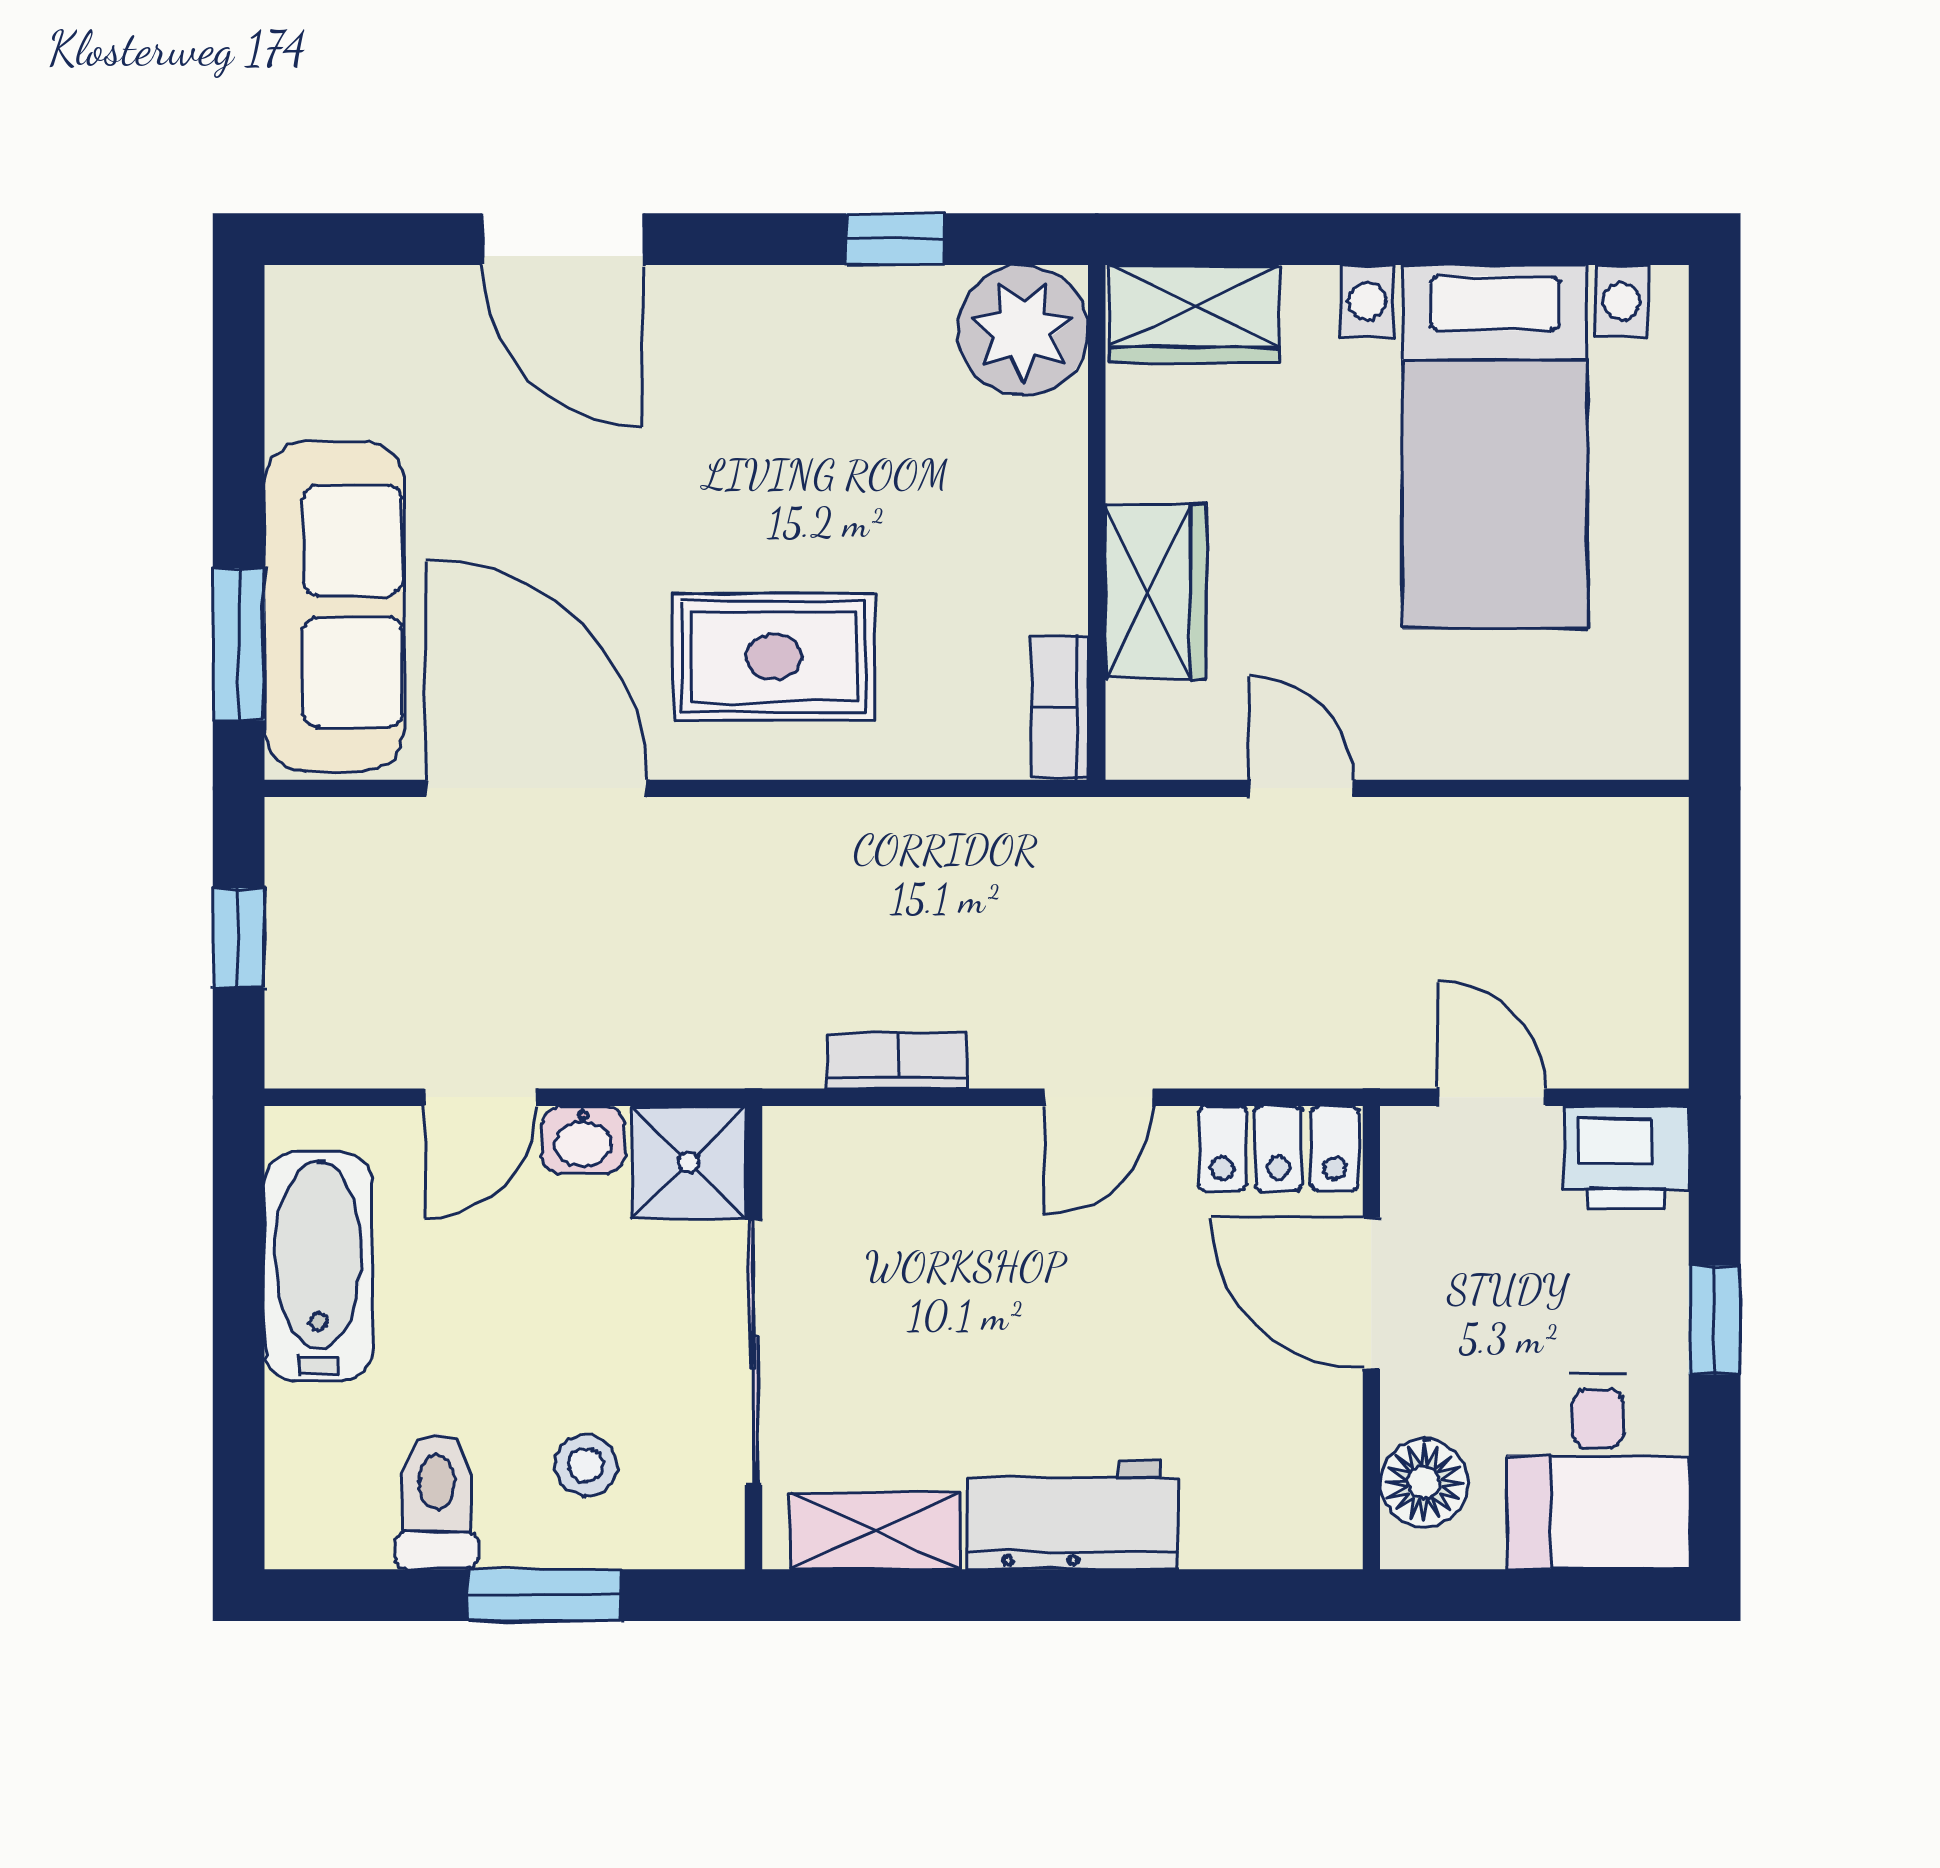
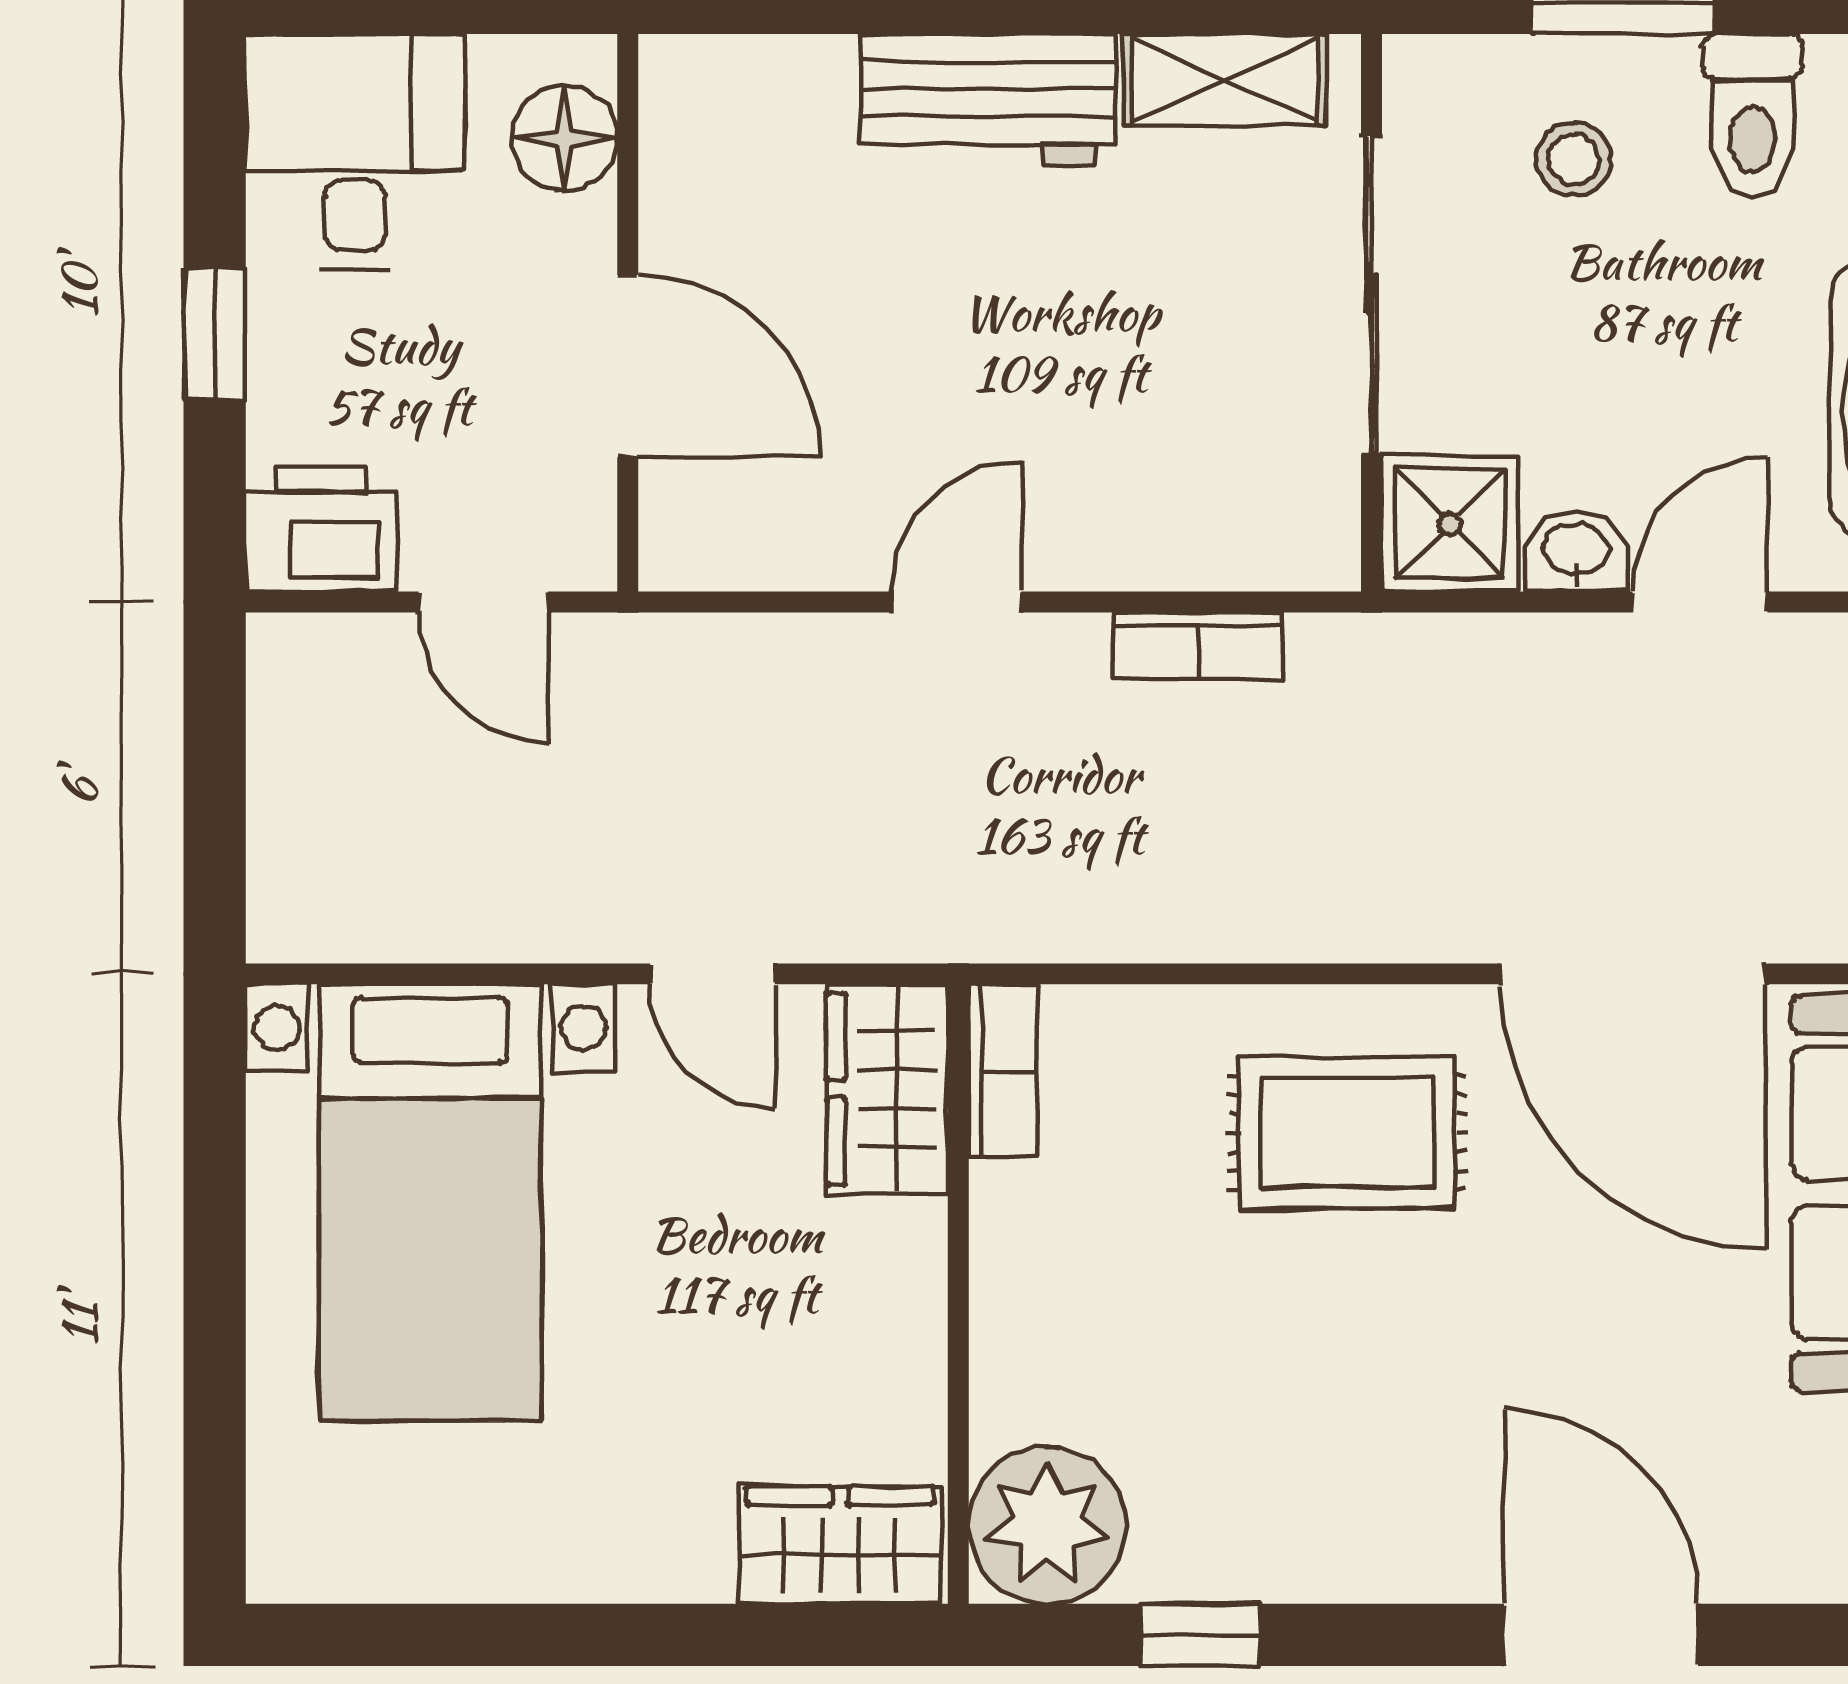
bed with nightstands: (1494, 446) -> (430, 1203), moved, turned 180
wardrobe: (1156, 592) -> (887, 1089), moved
locker: (1279, 1148) -> (739, 540), removed

